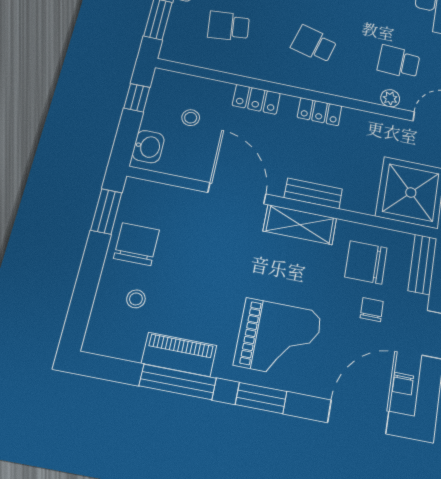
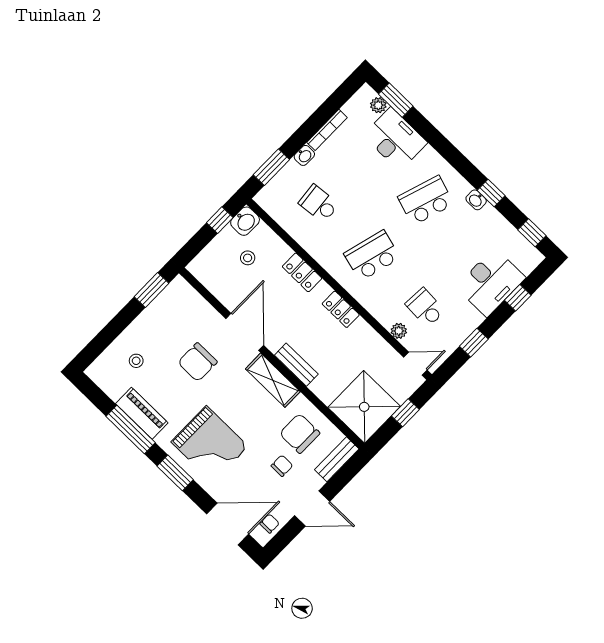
school desk: (314, 44) -> (372, 256), width x1.85
washbasin: (148, 147) -> (245, 221), moved
chair: (137, 244) -> (198, 362), moved, turned 180
chair: (403, 384) -> (270, 524), turned 180

